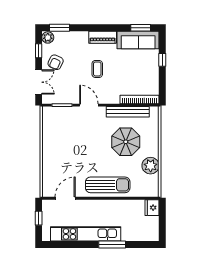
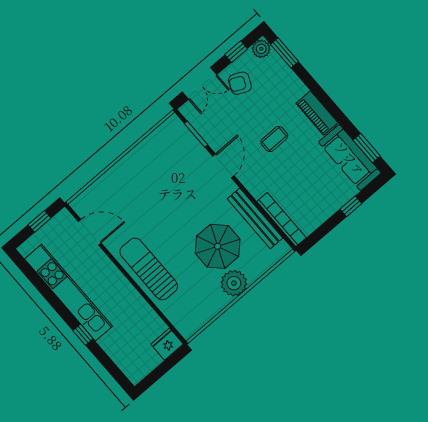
plant: (151, 166) -> (234, 283), moved
sun lounger: (108, 185) -> (149, 269), turned 180
window: (112, 245) -> (83, 335), width x0.46

